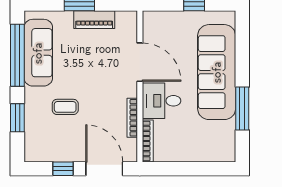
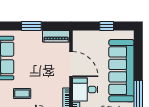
piano: (94, 20) -> (56, 36), moved

